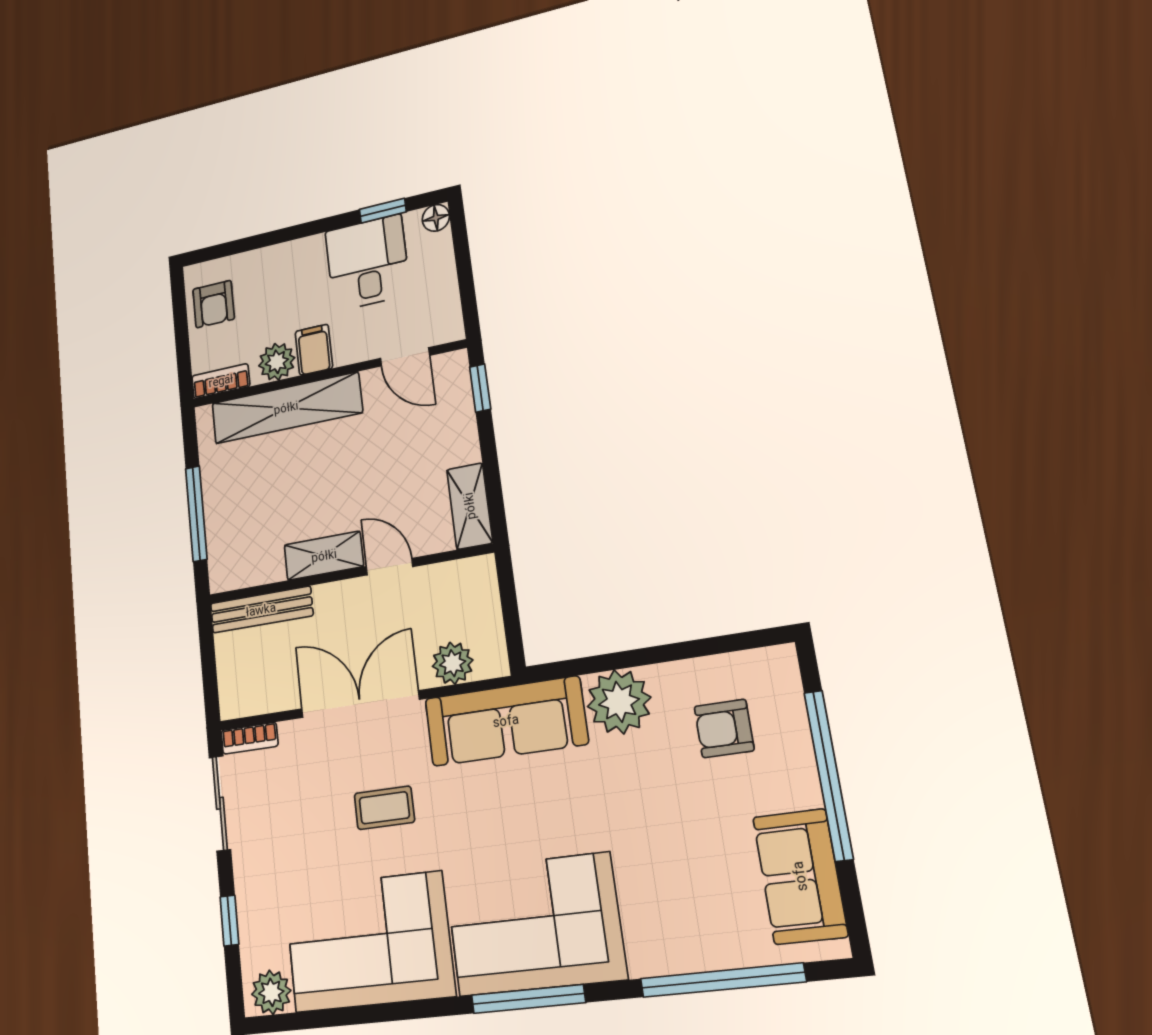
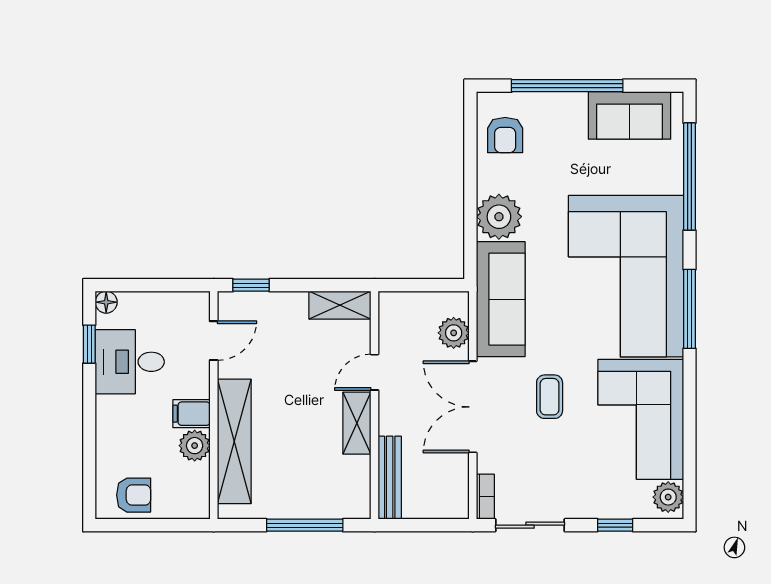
bookcase: (221, 381) -> (200, 495), removed
armchair: (724, 728) -> (505, 135), moved
corner sofa: (535, 924) -> (626, 276), width x1.36, depth x1.36

